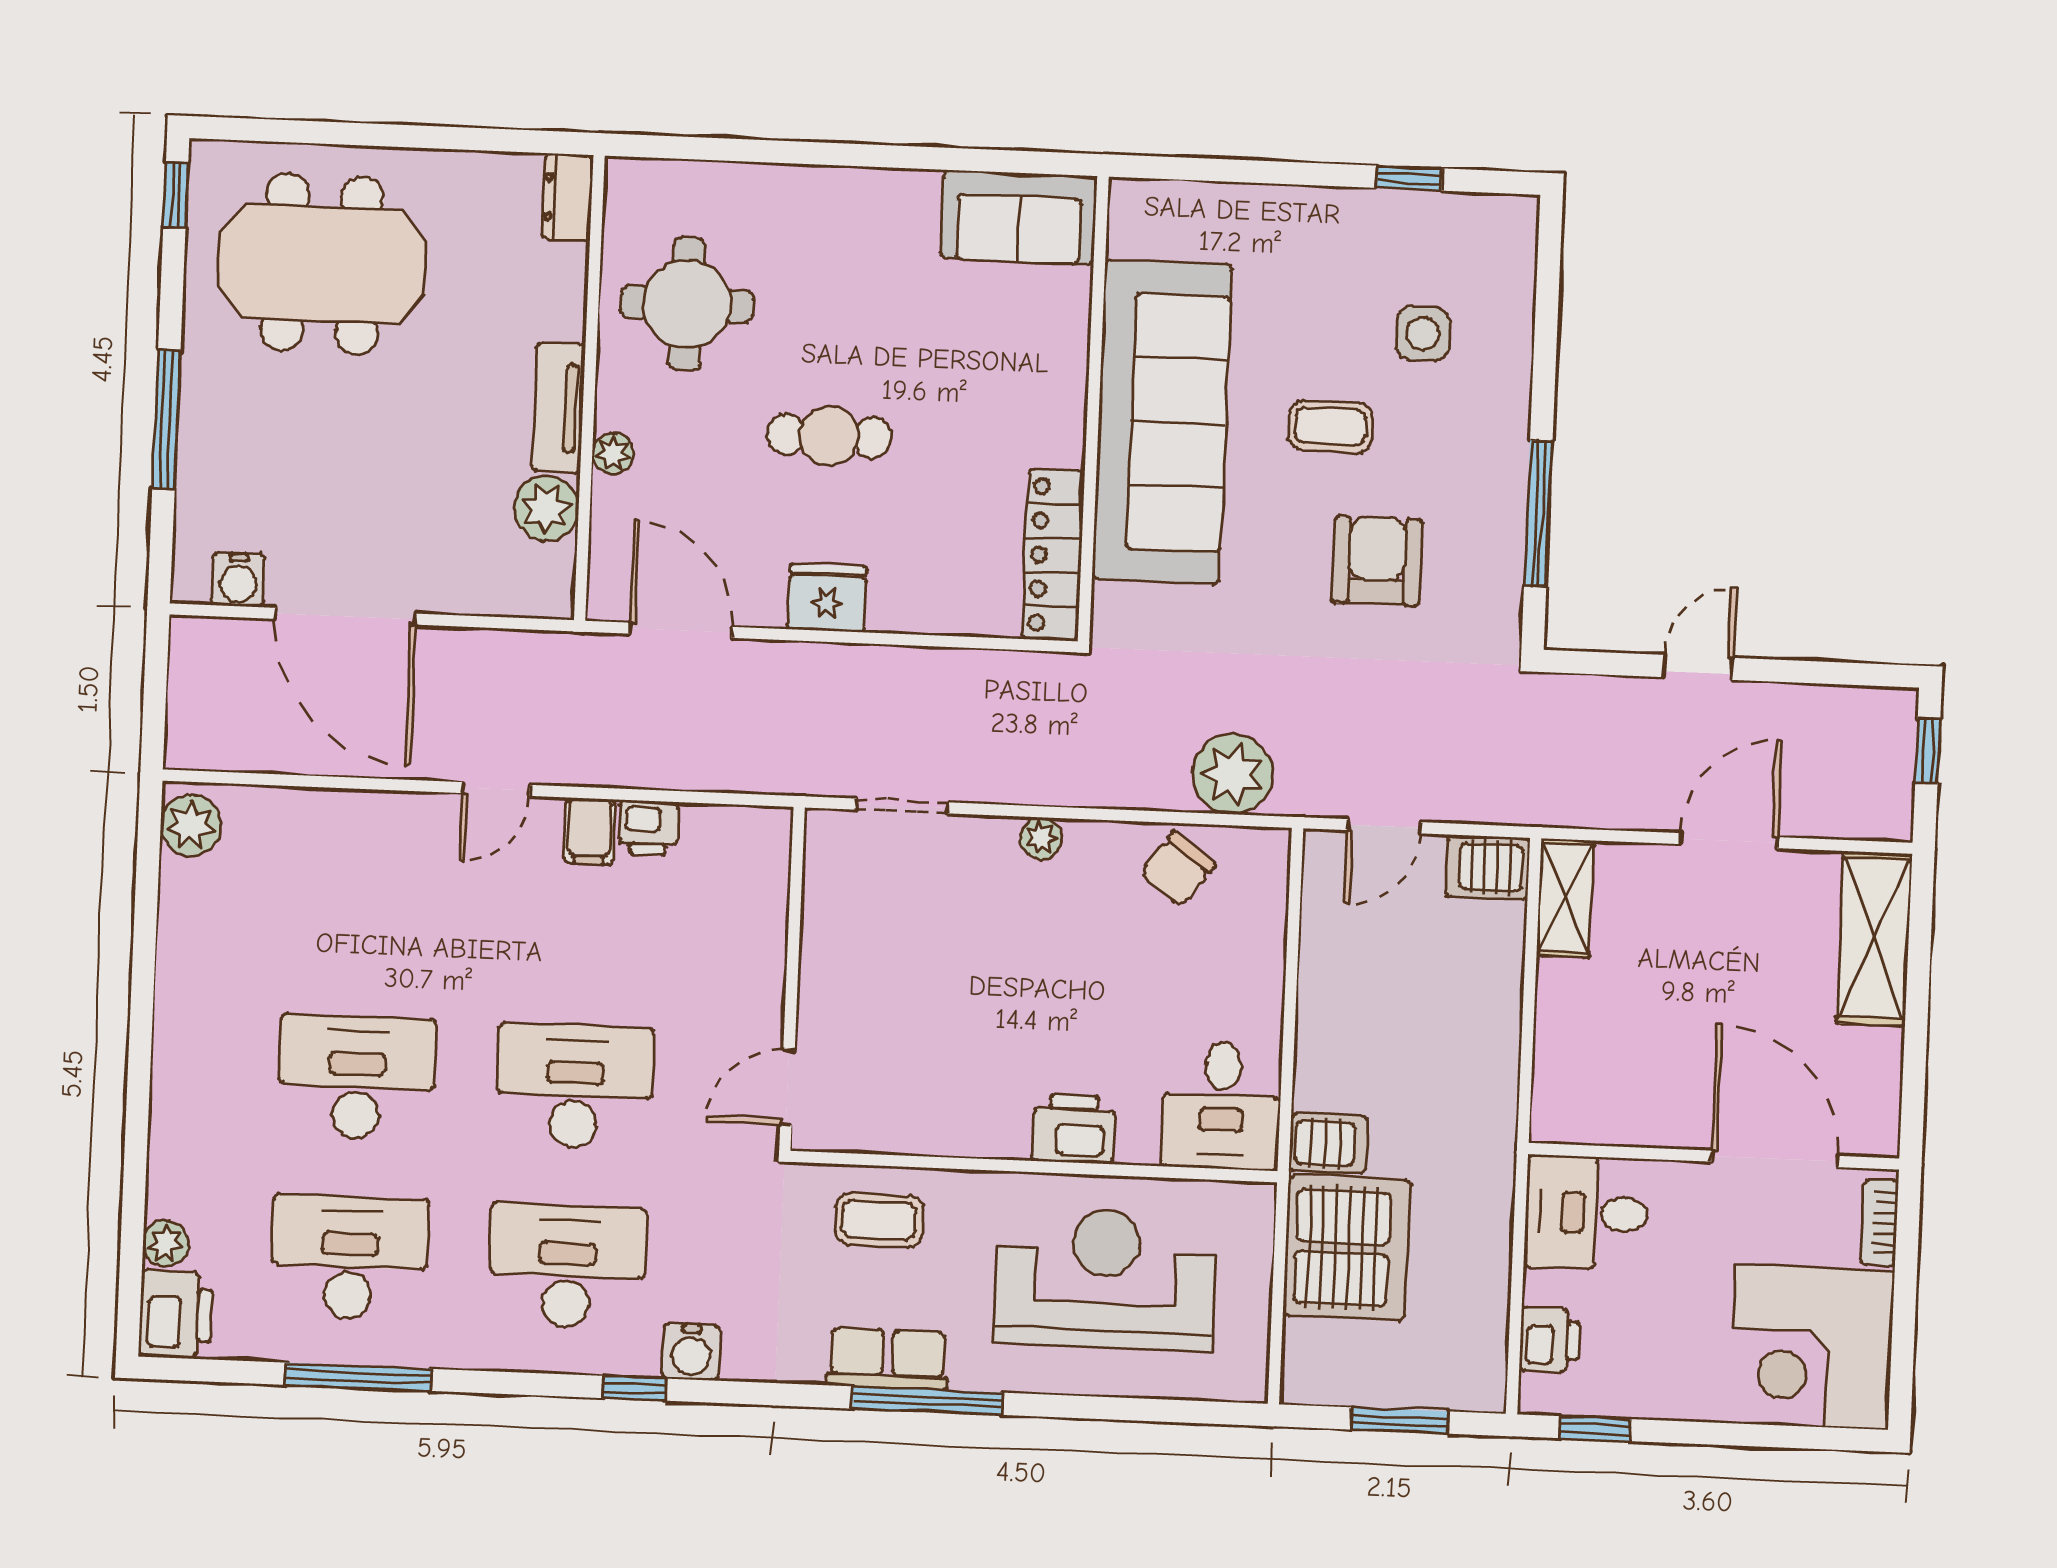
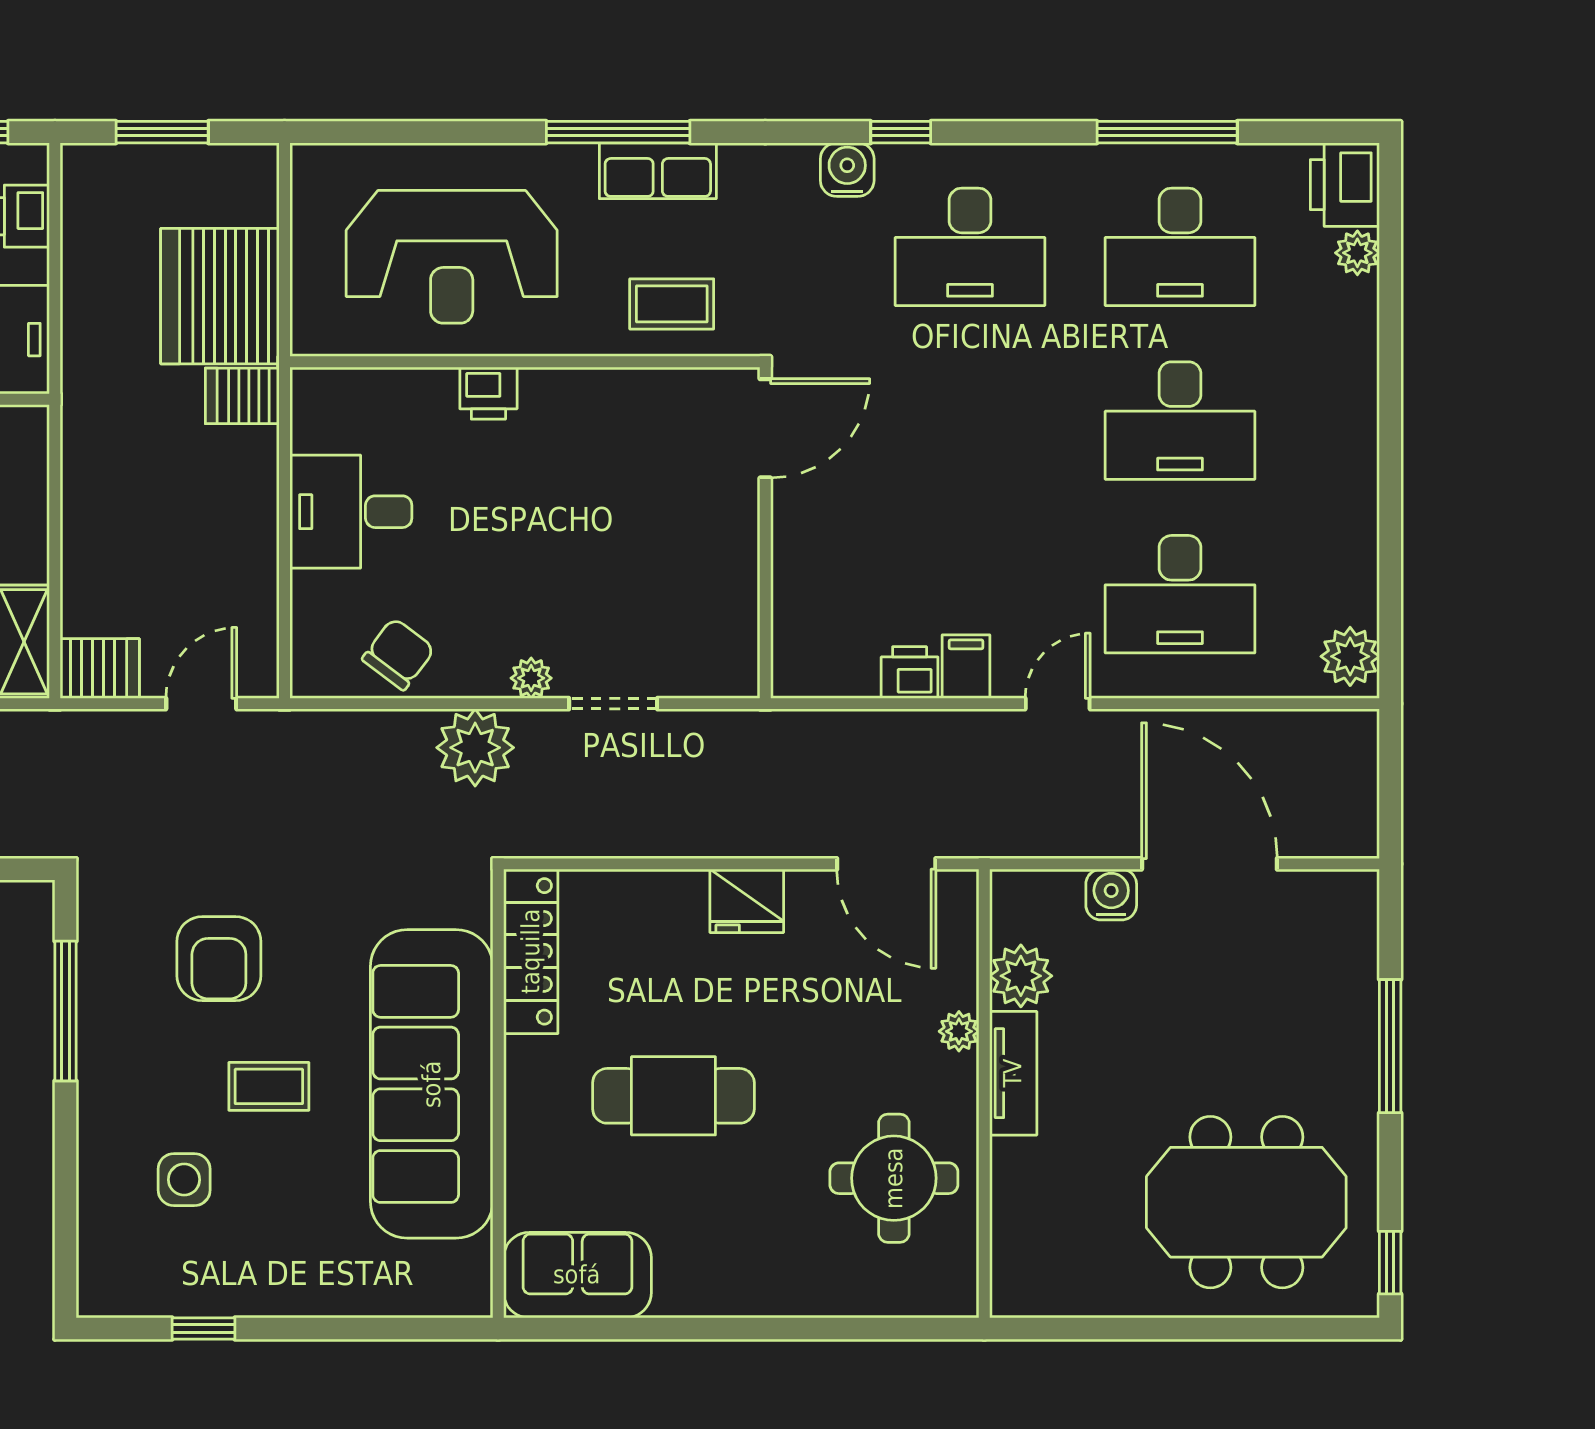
dresser: (567, 197) -> (1013, 1276), removed
cafe table: (829, 436) -> (673, 1096), moved, width x1.37, depth x1.35
water cooler: (238, 580) -> (1111, 895), moved
plant: (1233, 774) -> (475, 748), moved
doorway: (902, 806) -> (613, 704), moved
desk: (575, 1086) -> (1180, 594), moved
door: (787, 1087) -> (765, 428), width x1.38
desk: (1222, 1106) -> (351, 512), moved, turned -90
printer: (1073, 1129) -> (488, 393), width x0.73, depth x0.81

